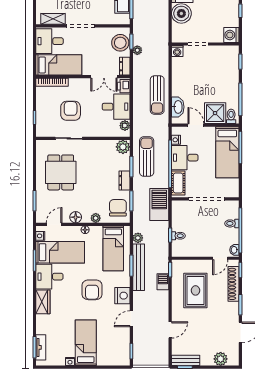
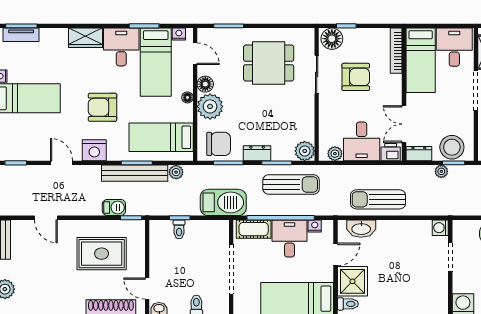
floor lamp: (44, 128) -> (332, 39), added
plant: (96, 218) -> (210, 106), width x1.87, depth x1.87

